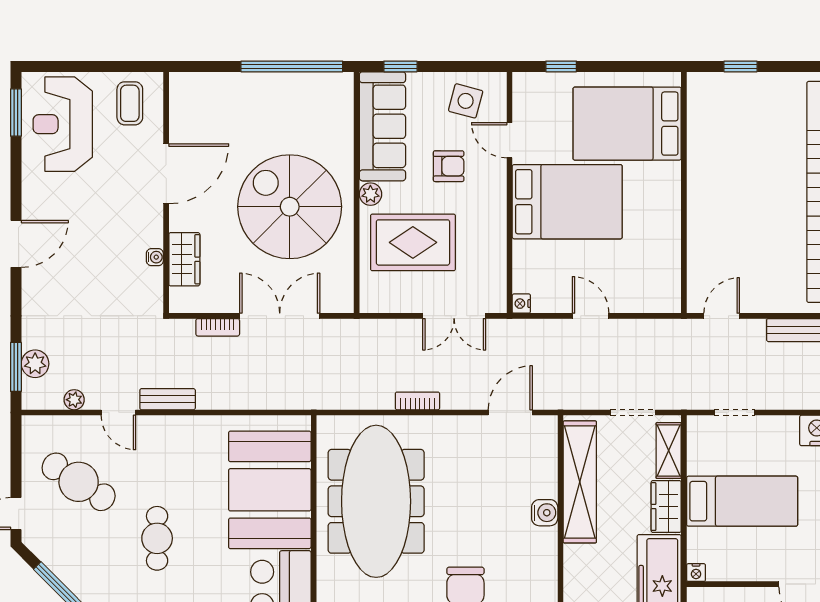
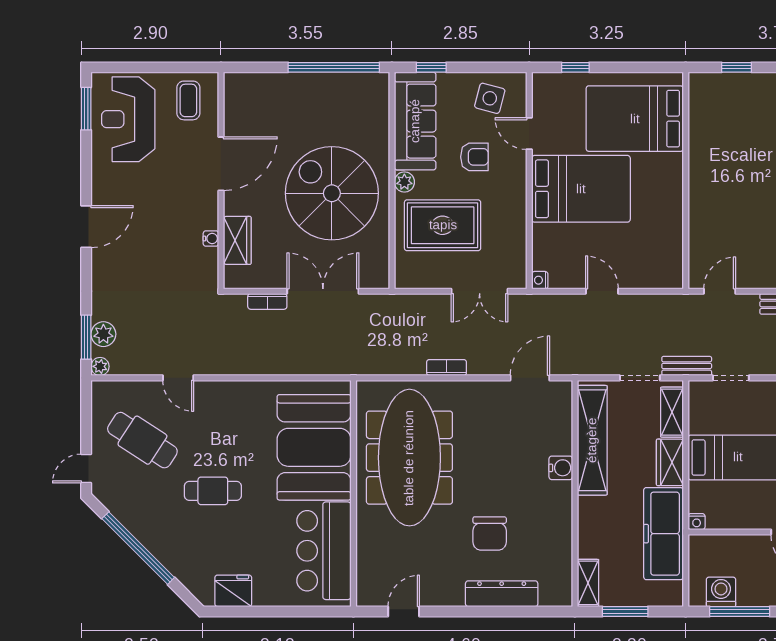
bench: (168, 399) -> (687, 366), moved
plant: (74, 400) -> (100, 366), moved
cafe table: (157, 538) -> (213, 491), turned 90

